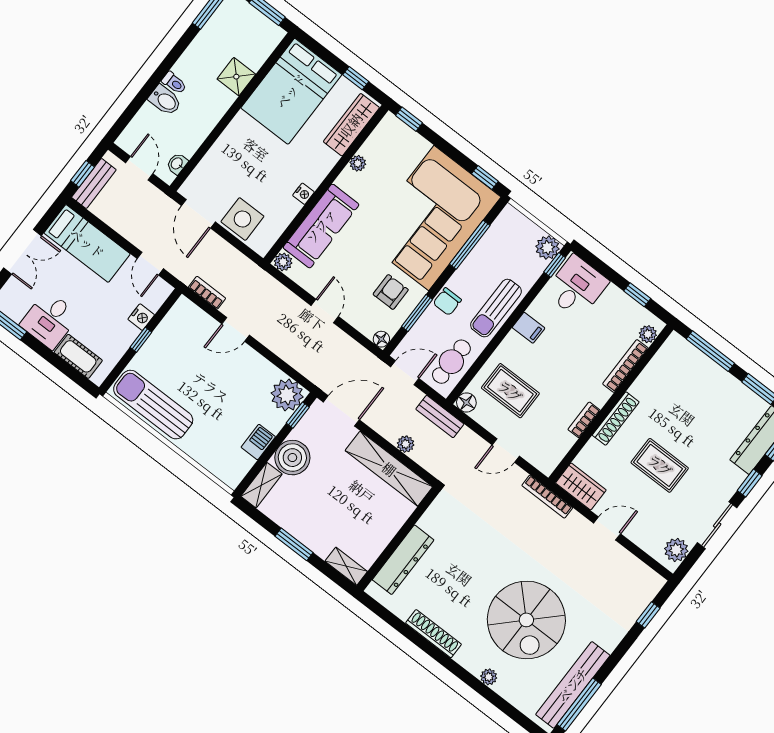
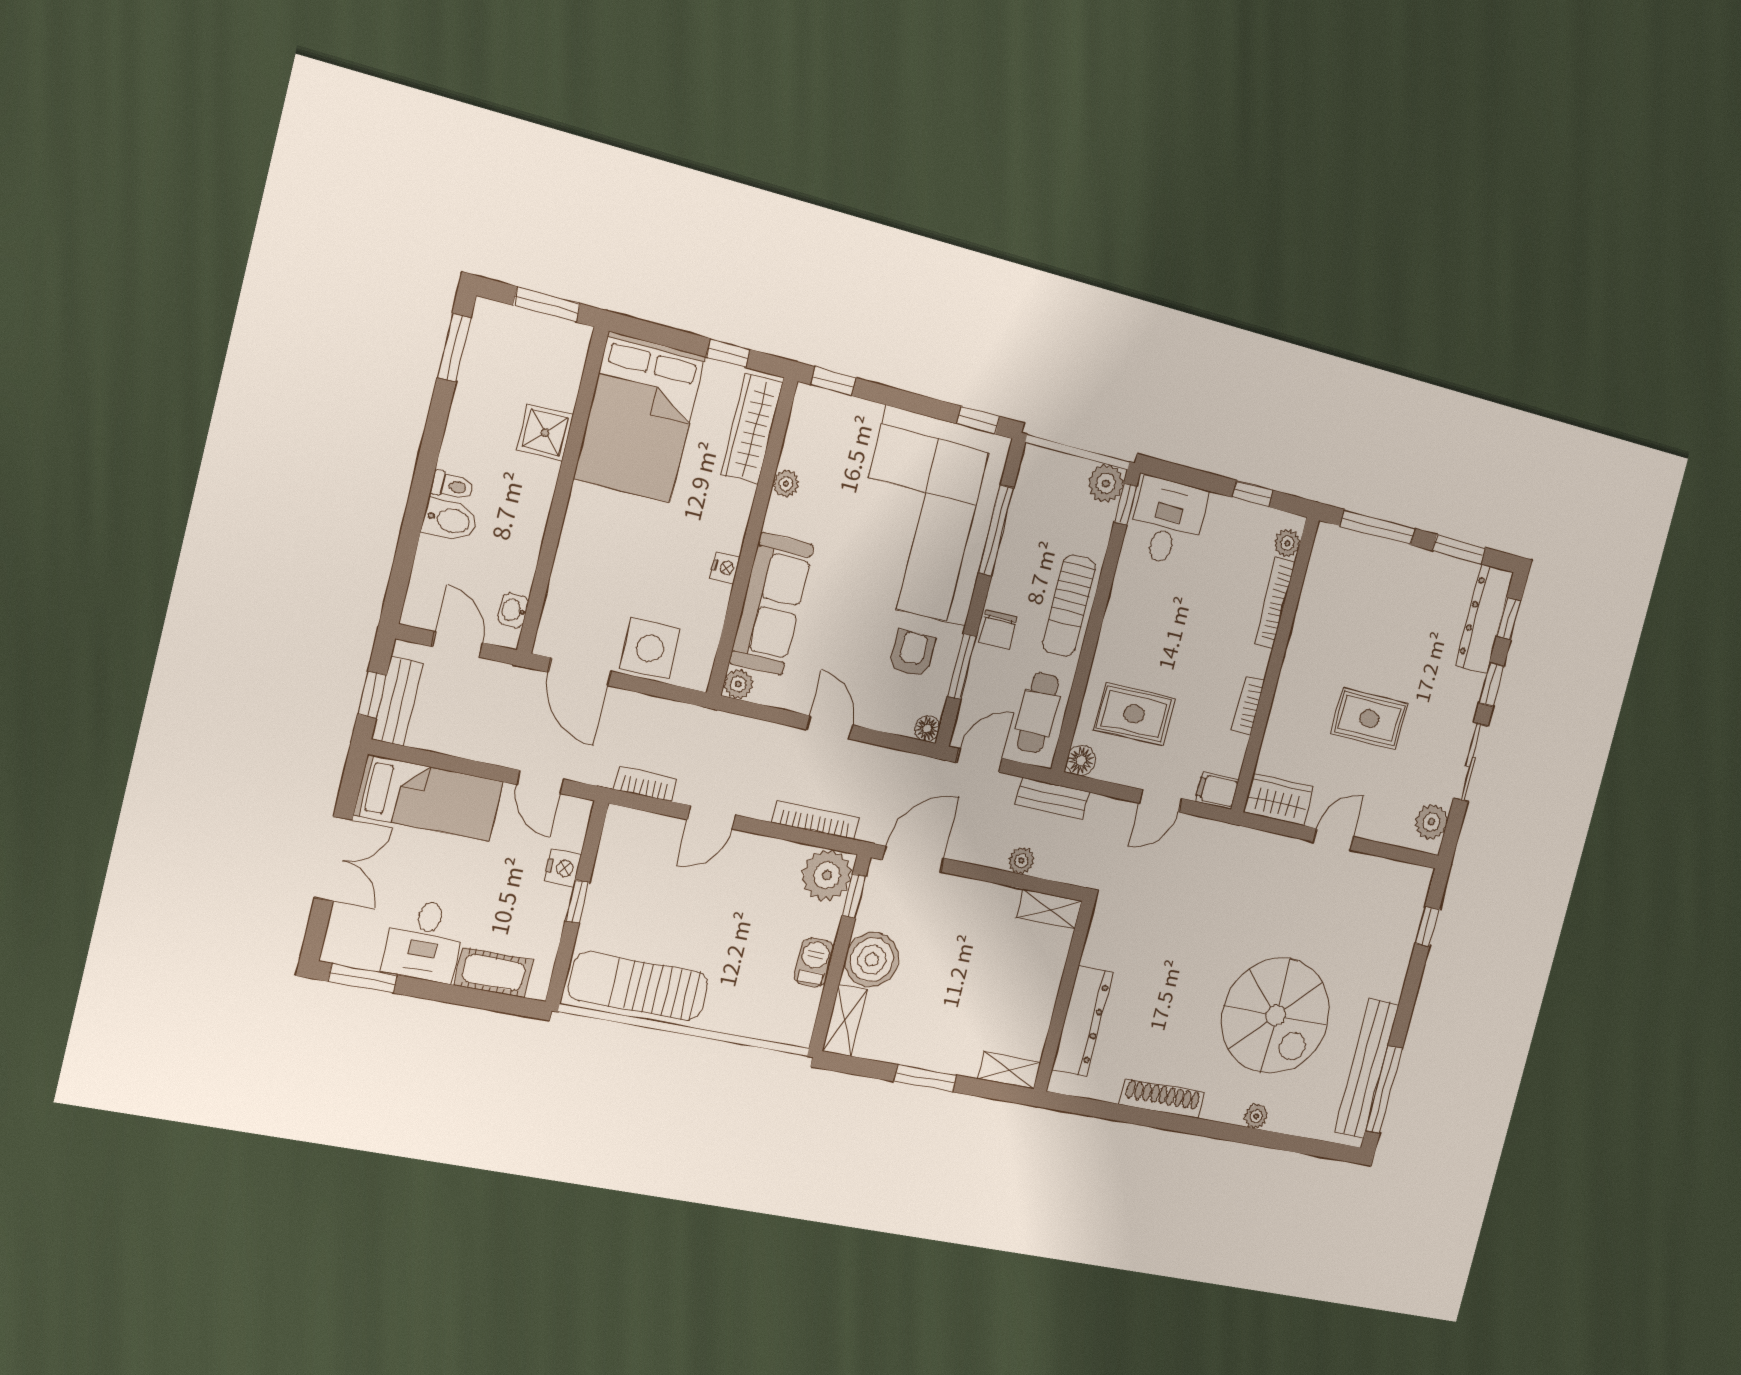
filing cabinet: (528, 328) -> (1217, 791), moved, turned 180
shoe rack: (616, 419) -> (1289, 683), removed
shelving: (389, 469) -> (1049, 909), width x0.45, depth x0.75
bookcase: (547, 497) -> (816, 820), moved, turned 180

